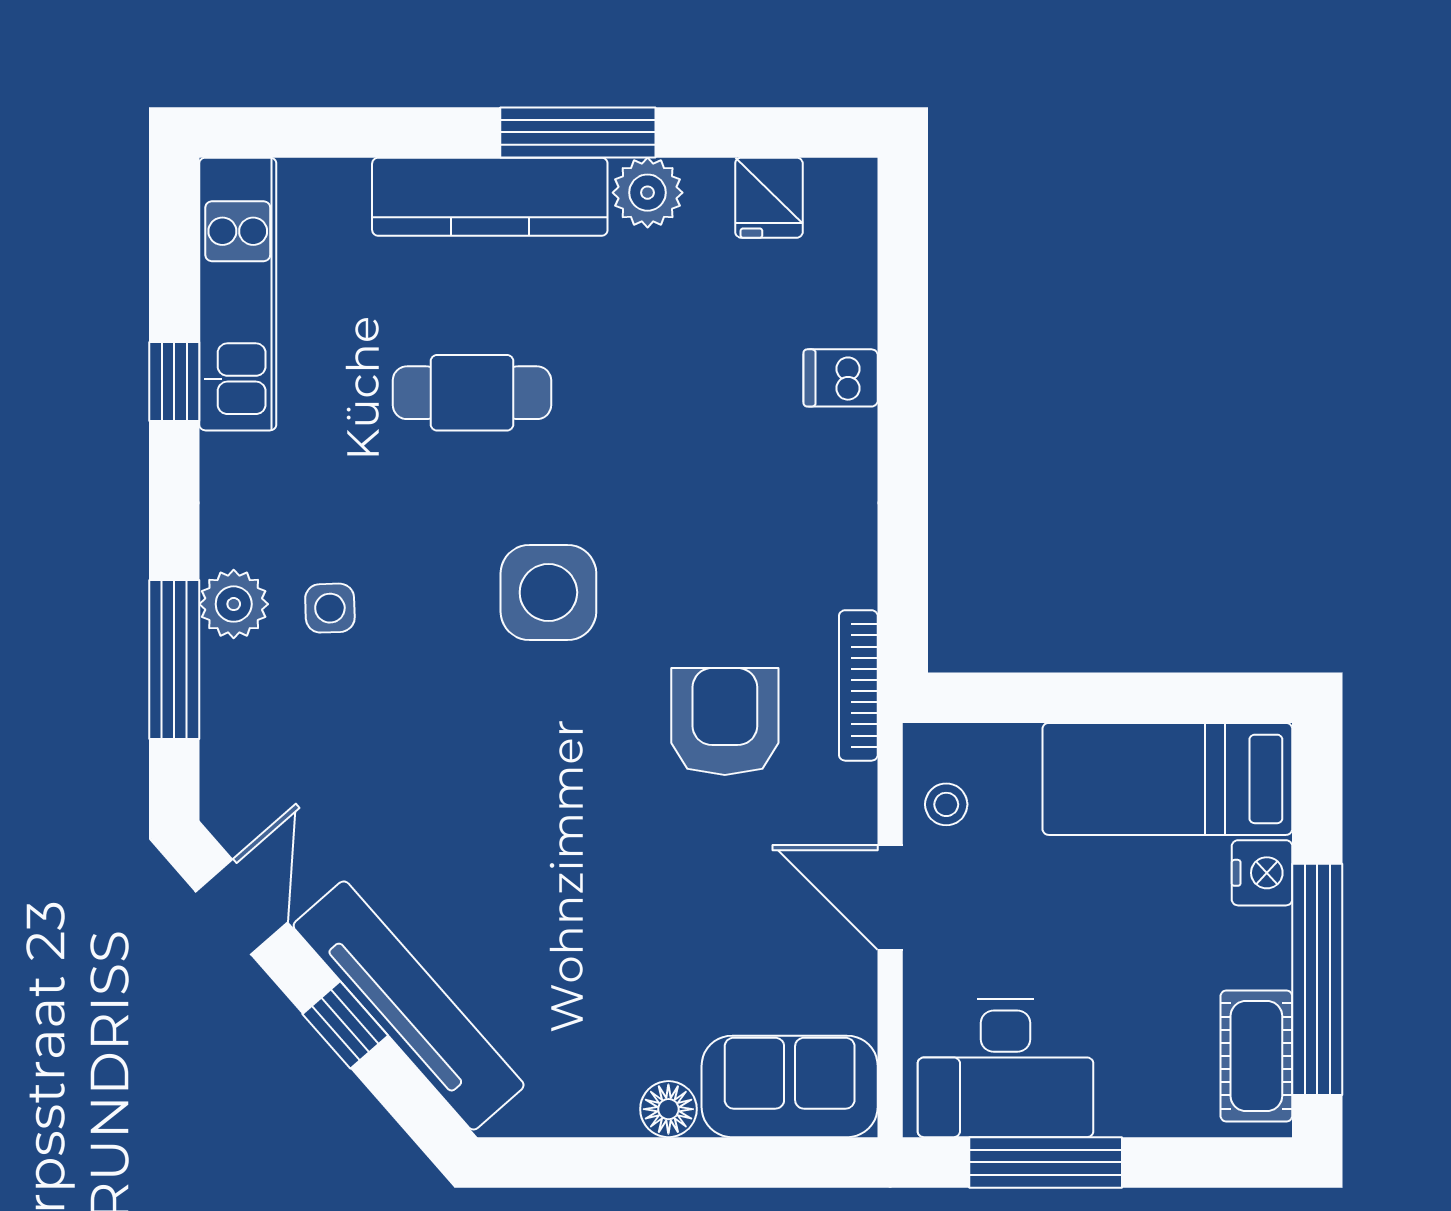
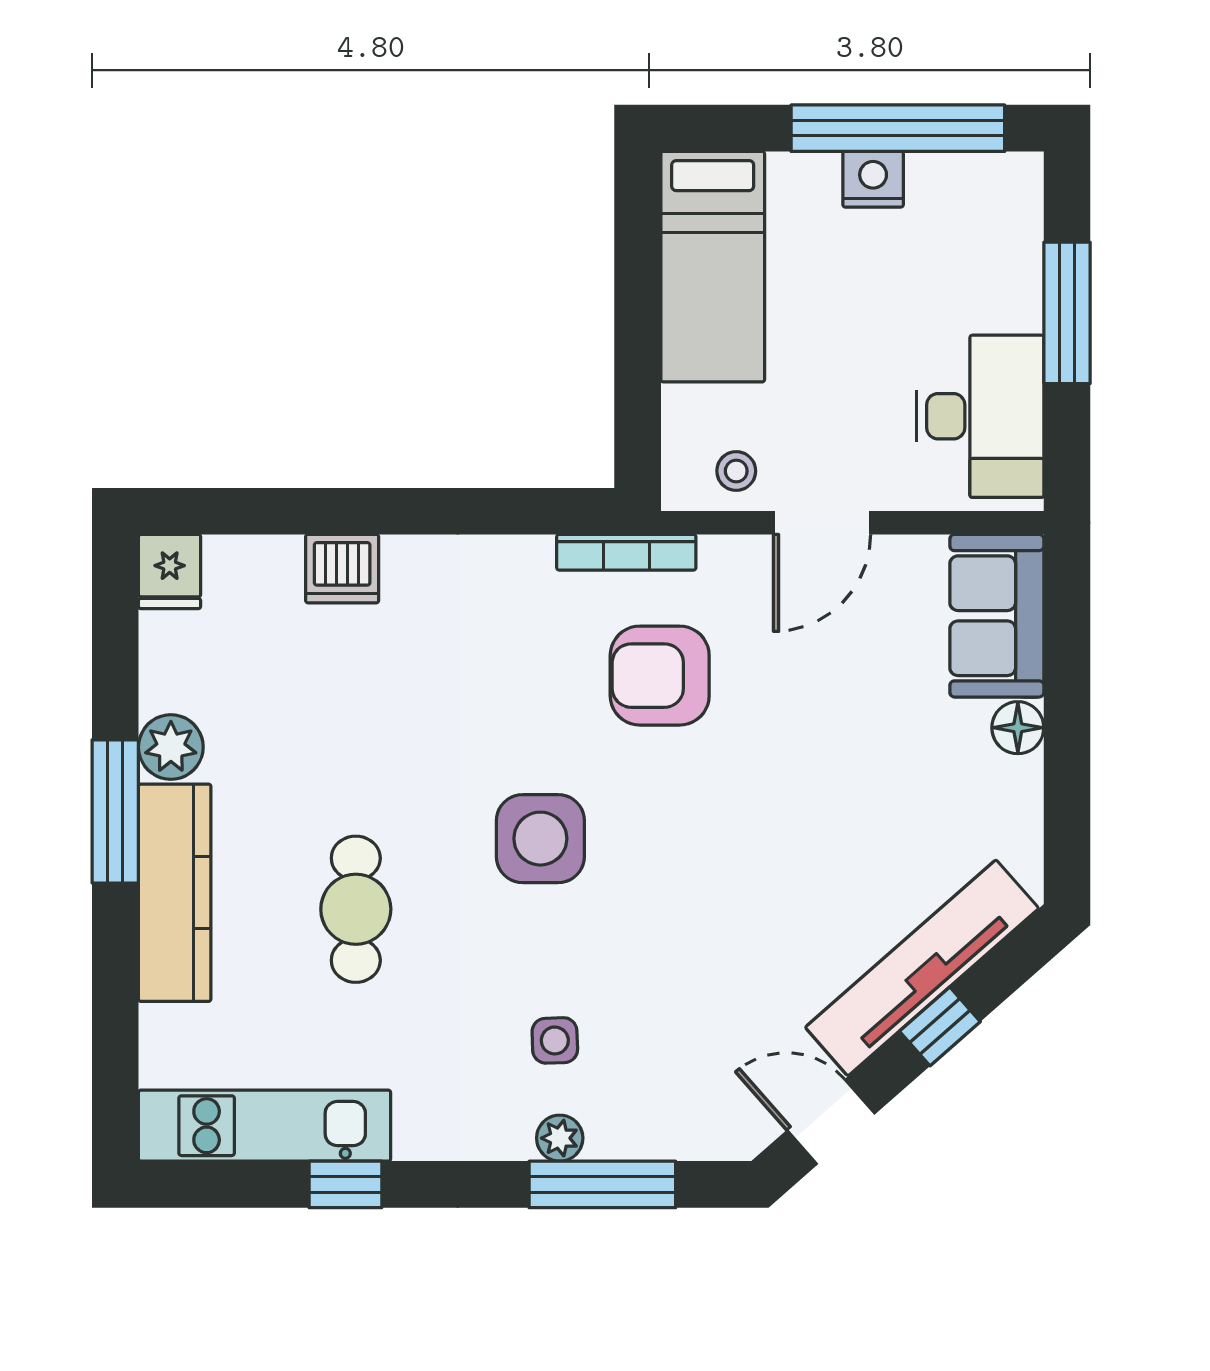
fridge: (769, 198) -> (170, 572), moved, turned 90
dishwasher: (841, 378) -> (342, 569), width x1.38
plant: (234, 604) -> (560, 1138), width x0.73, depth x0.73
nightstand: (1262, 873) -> (873, 179), moved
cot: (1256, 1056) -> (969, 184), removed
window: (1046, 1162) -> (1067, 313), moved

